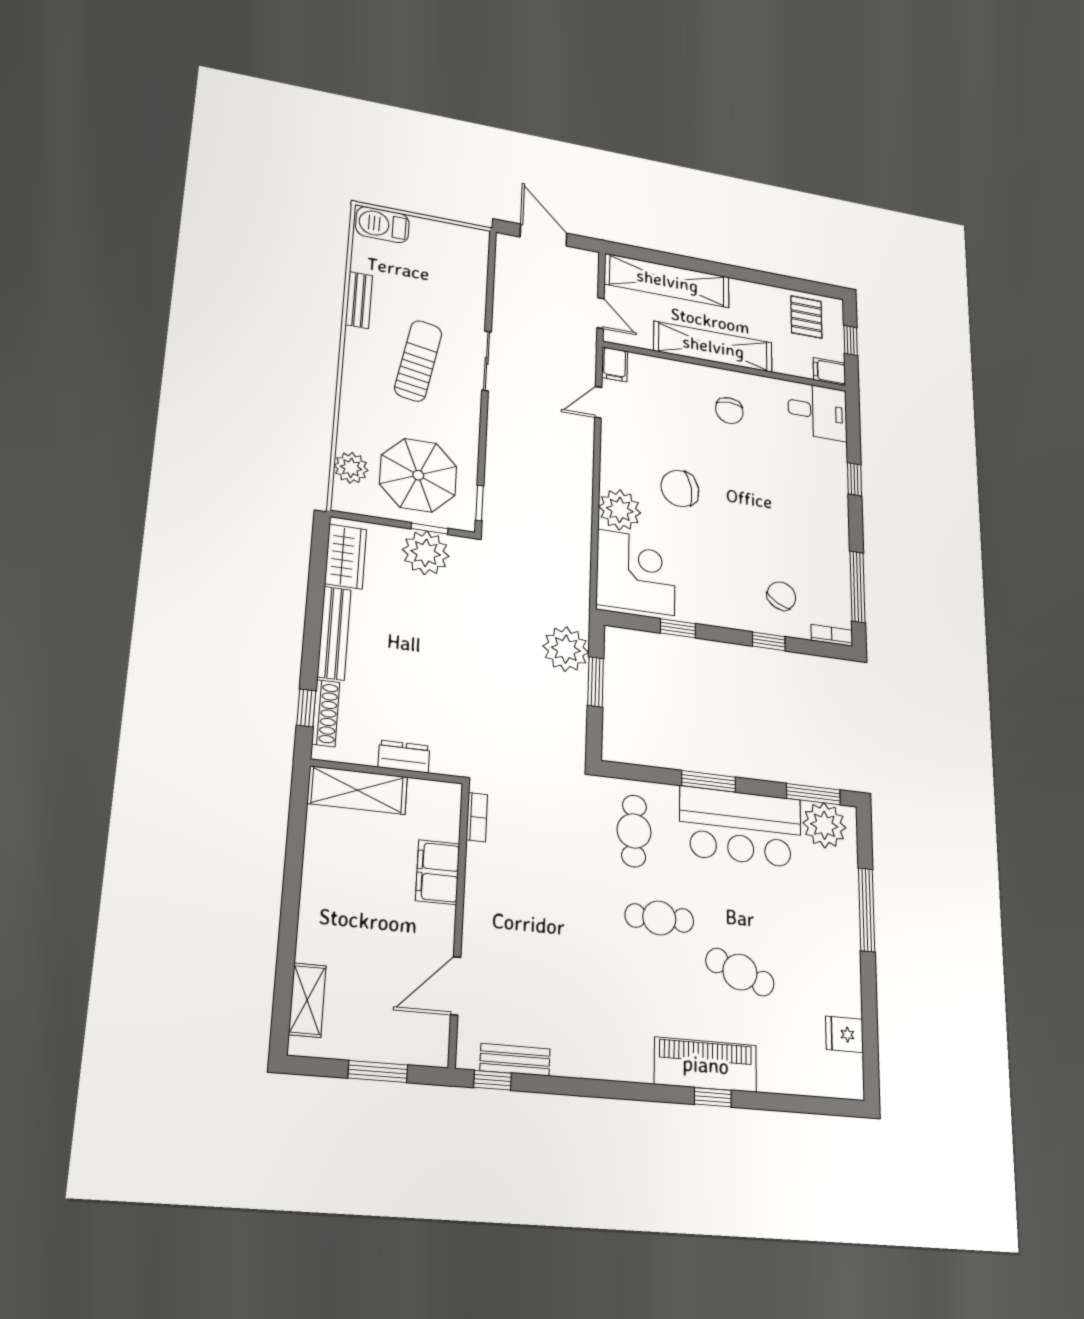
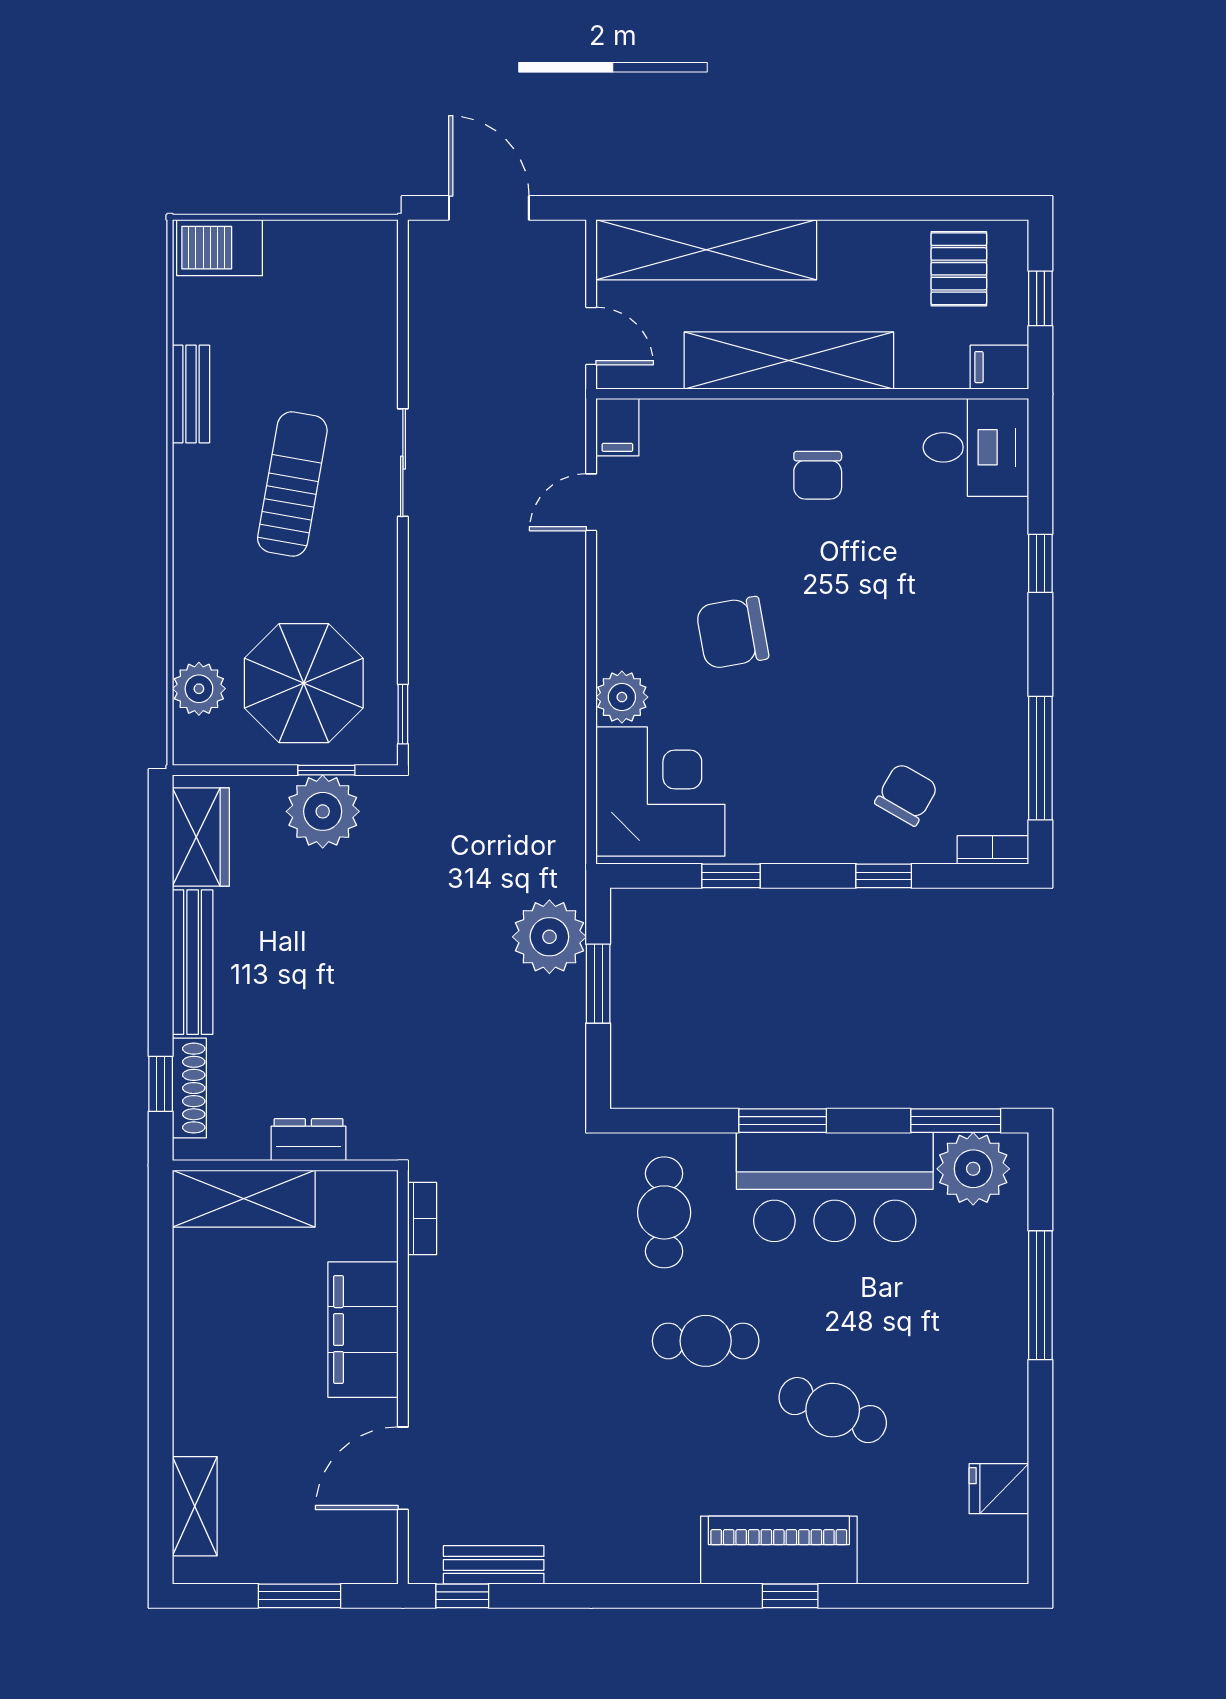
plant: (620, 510) -> (622, 697), width x0.73, depth x0.73
filing cabinet: (438, 872) -> (363, 1330), width x1.50, depth x1.17

